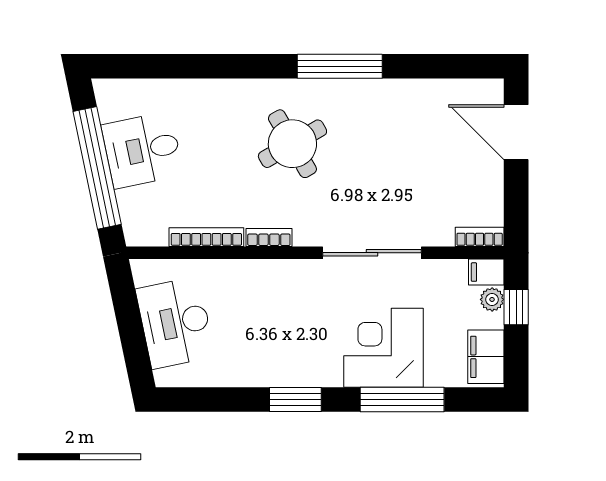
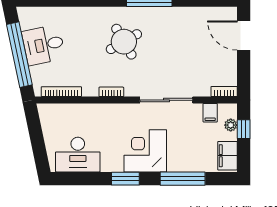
bookcase: (206, 237) -> (61, 92), moved
filing cabinet: (486, 272) -> (210, 113), moved, turned -90
desk: (175, 323) -> (78, 155), moved, turned -78
corner desk: (383, 348) -> (145, 151), moved

